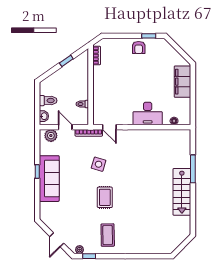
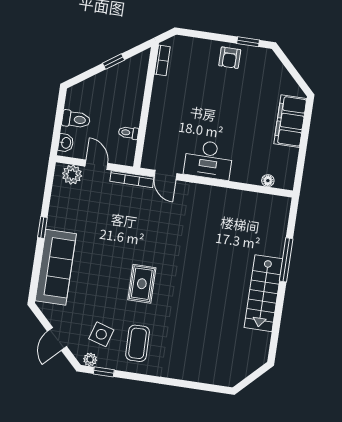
desk: (148, 113) -> (208, 160), moved
side table: (99, 164) -> (101, 334), moved
sofa: (49, 179) -> (56, 267), moved

